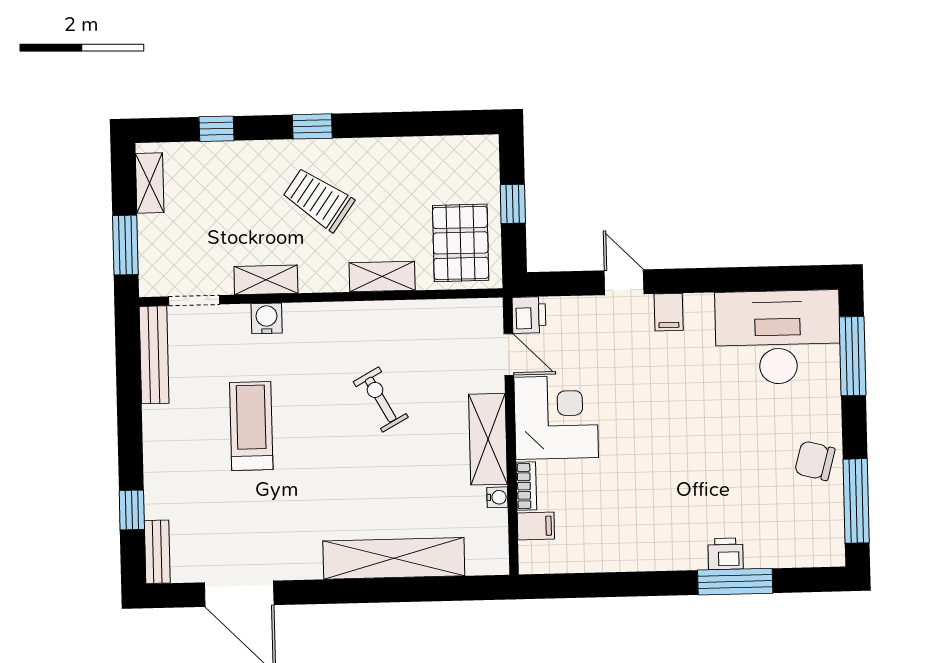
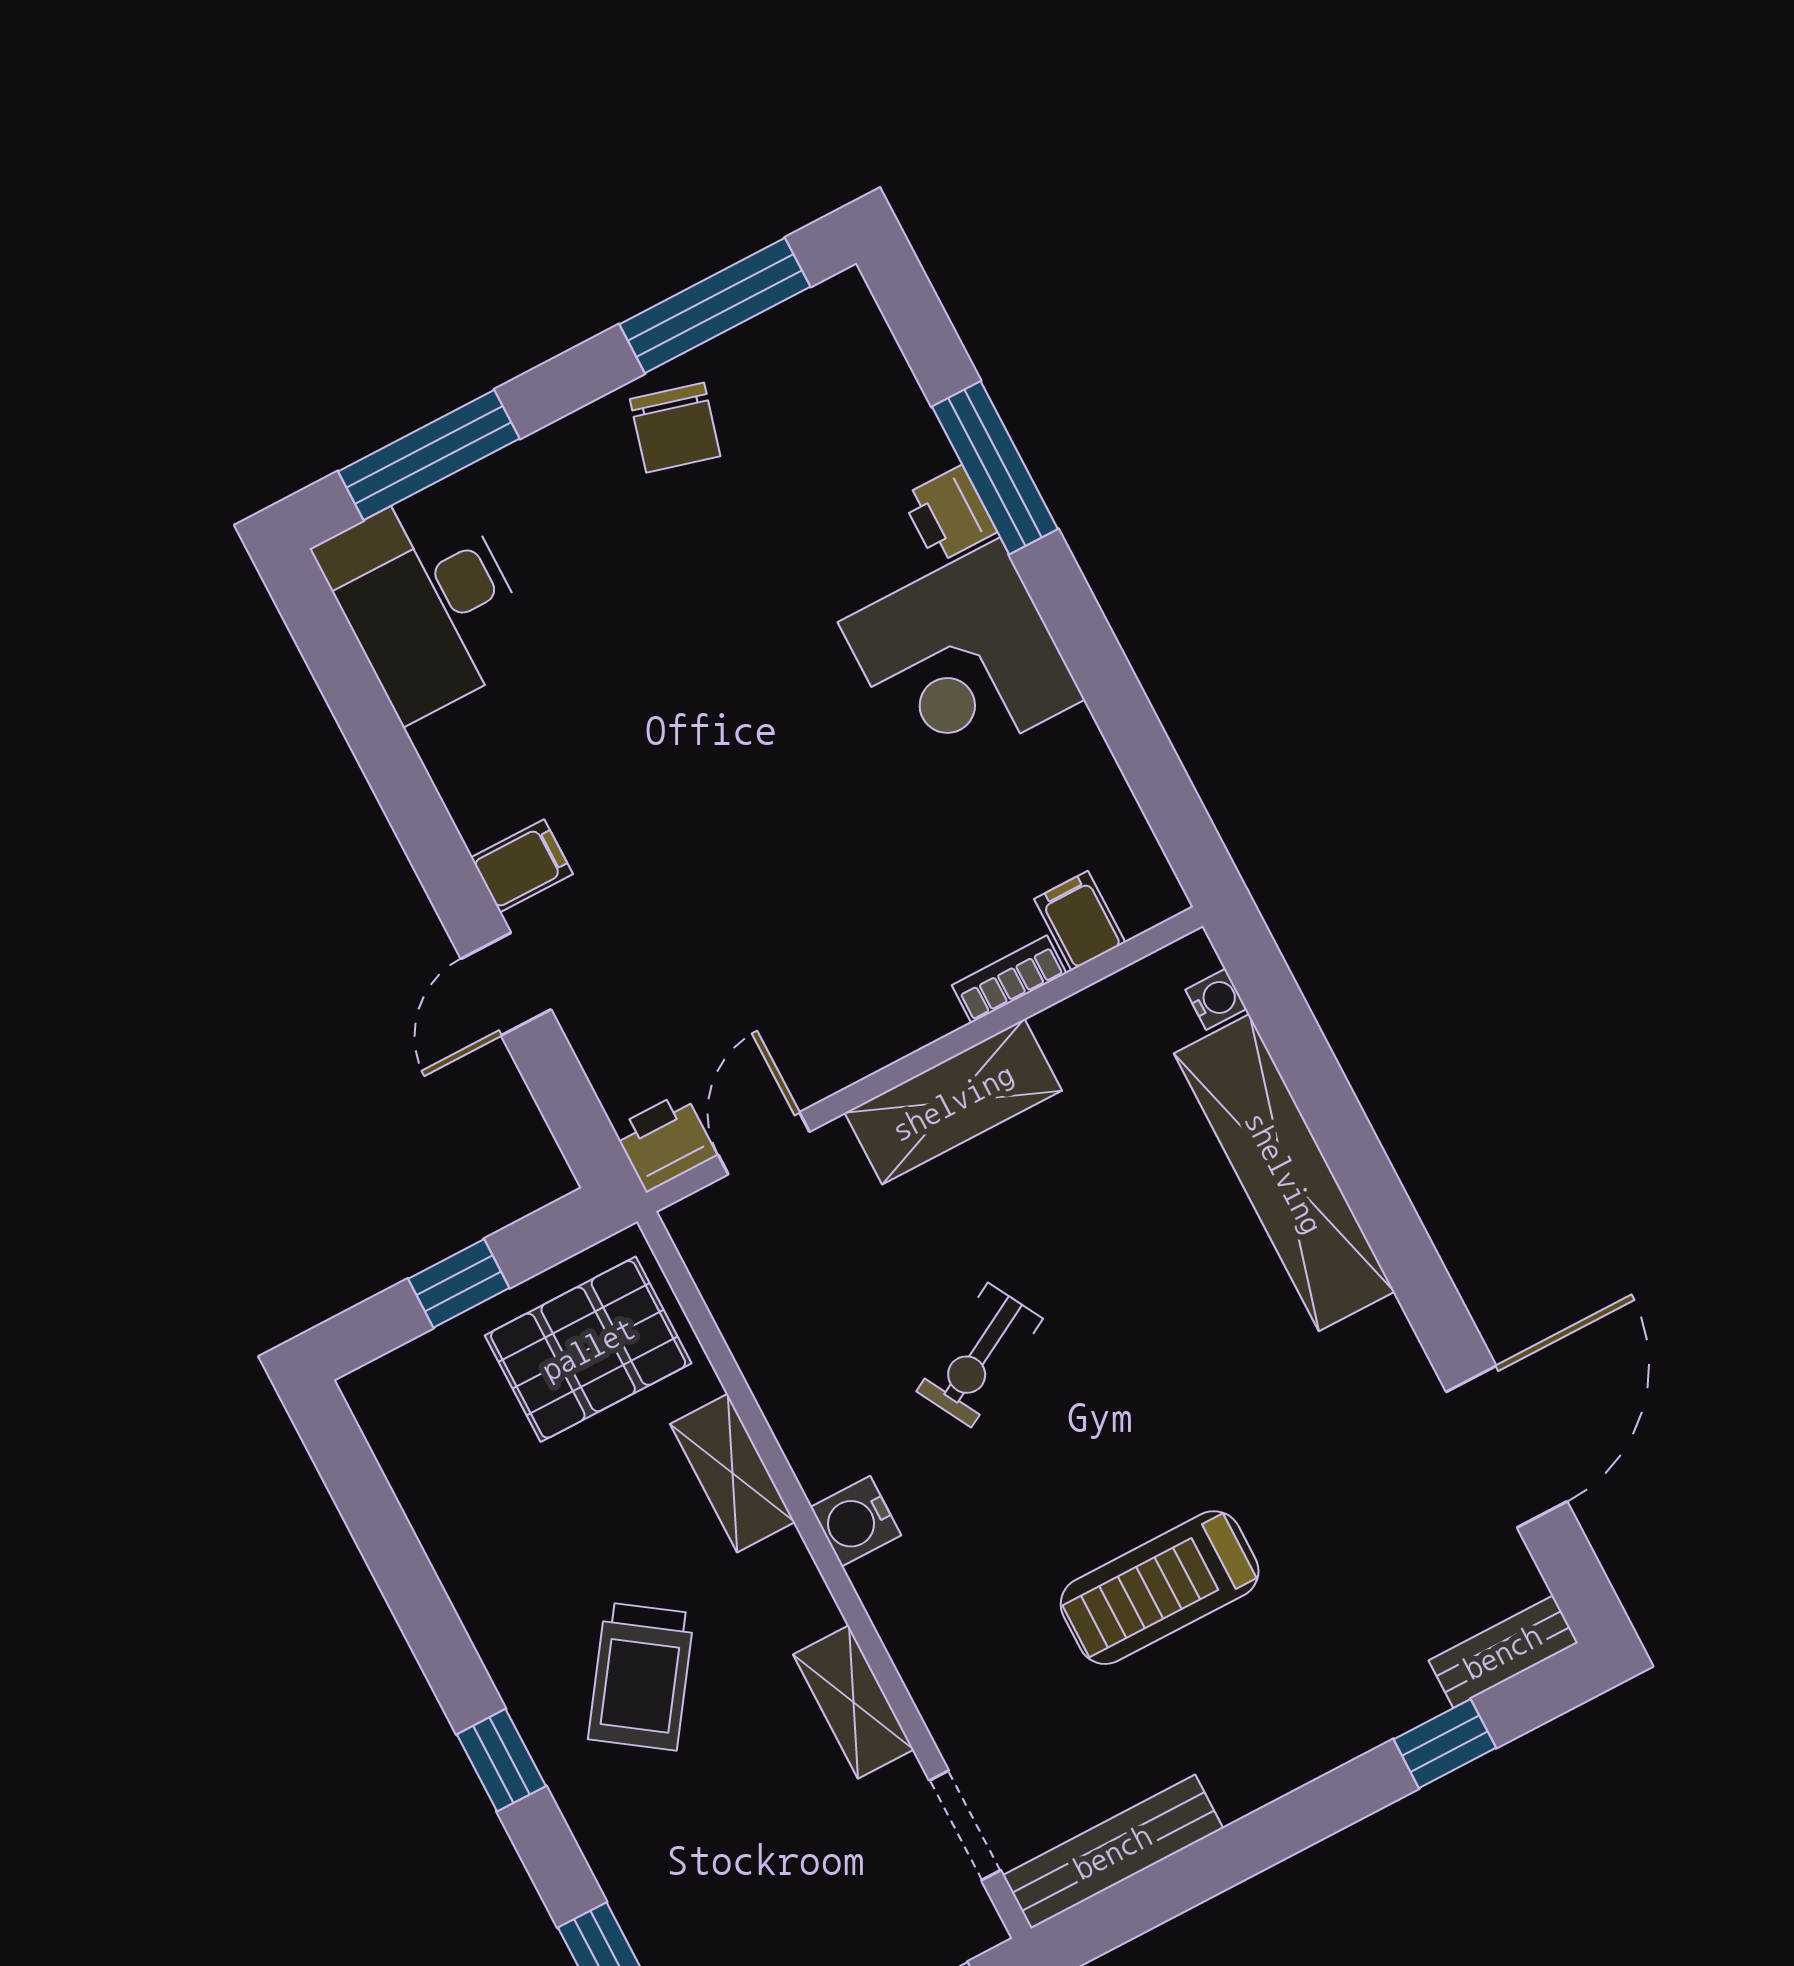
water cooler: (267, 318) -> (856, 1521), moved
desk: (778, 337) -> (427, 601), width x0.73, depth x0.77
corner desk: (556, 417) -> (961, 661), moved, turned -90
water cooler: (497, 497) -> (1216, 999), moved, turned 90

